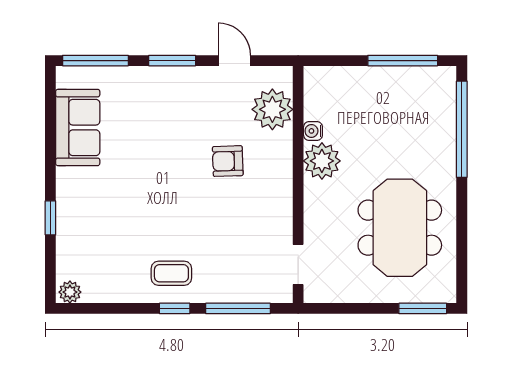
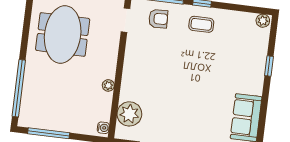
water cooler: (313, 131) -> (103, 128), moved
armchair: (228, 161) -> (158, 19), moved
plant: (322, 161) -> (108, 85), width x0.53, depth x0.53

